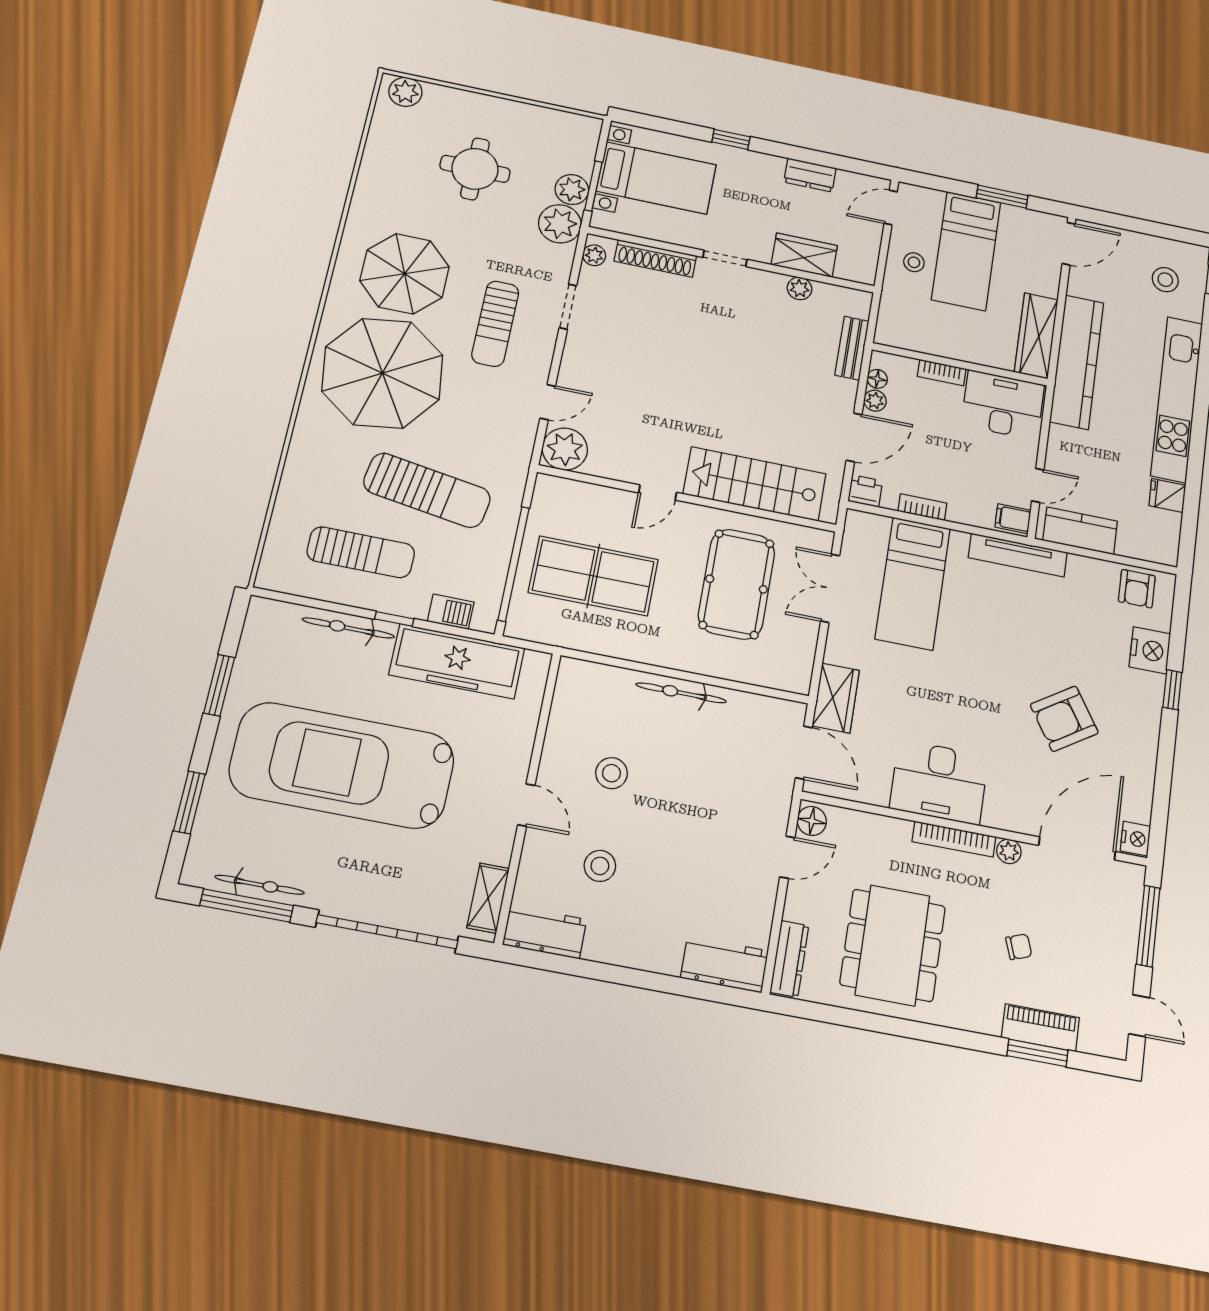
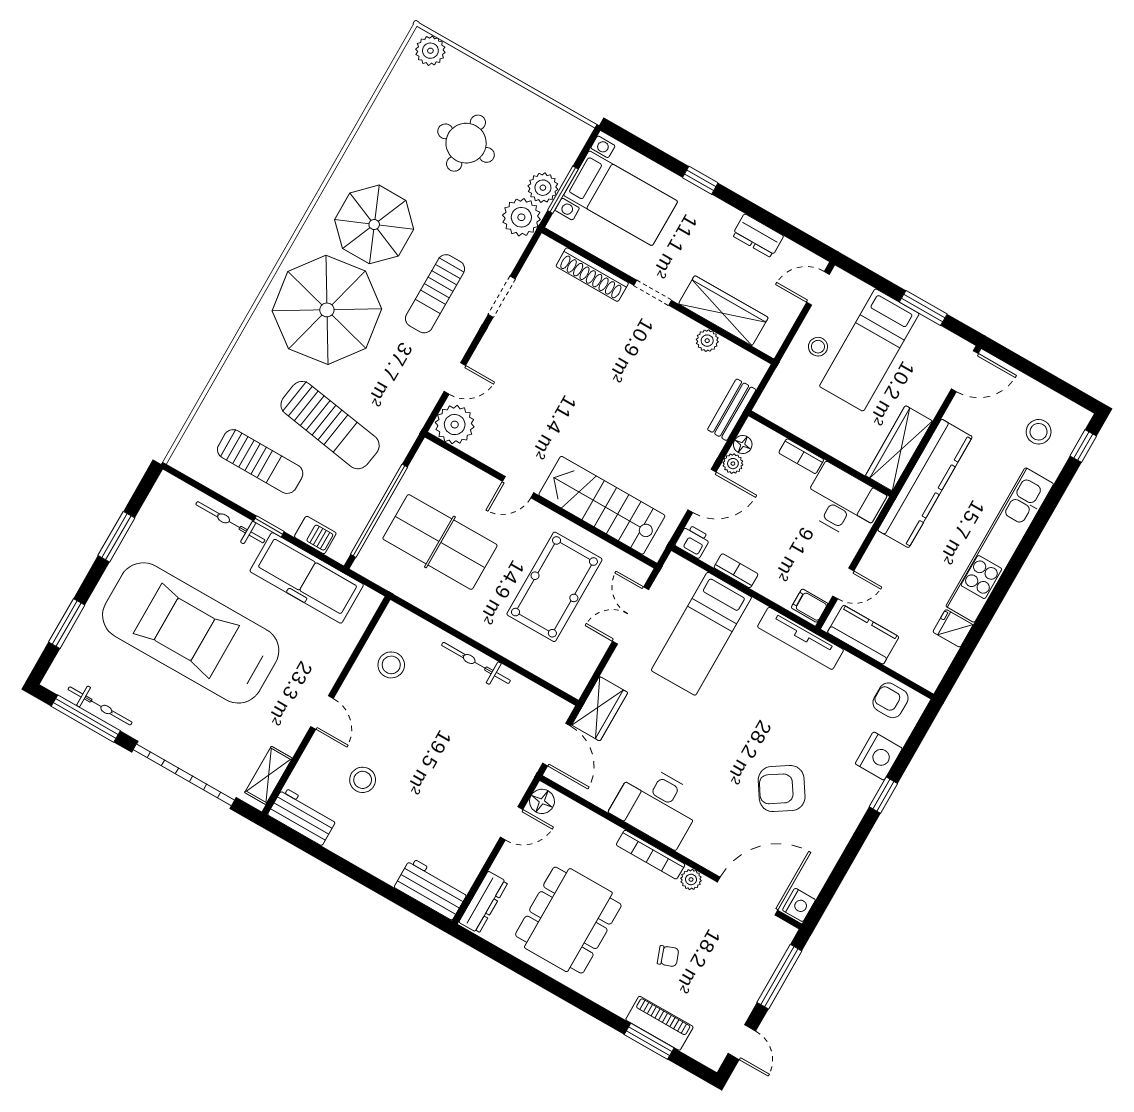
plant: (594, 255) -> (541, 256), removed
wardrobe: (804, 255) -> (723, 311), width x1.50
armchair: (1137, 589) -> (890, 700), turned 90
stool: (612, 773) -> (391, 665), moved

